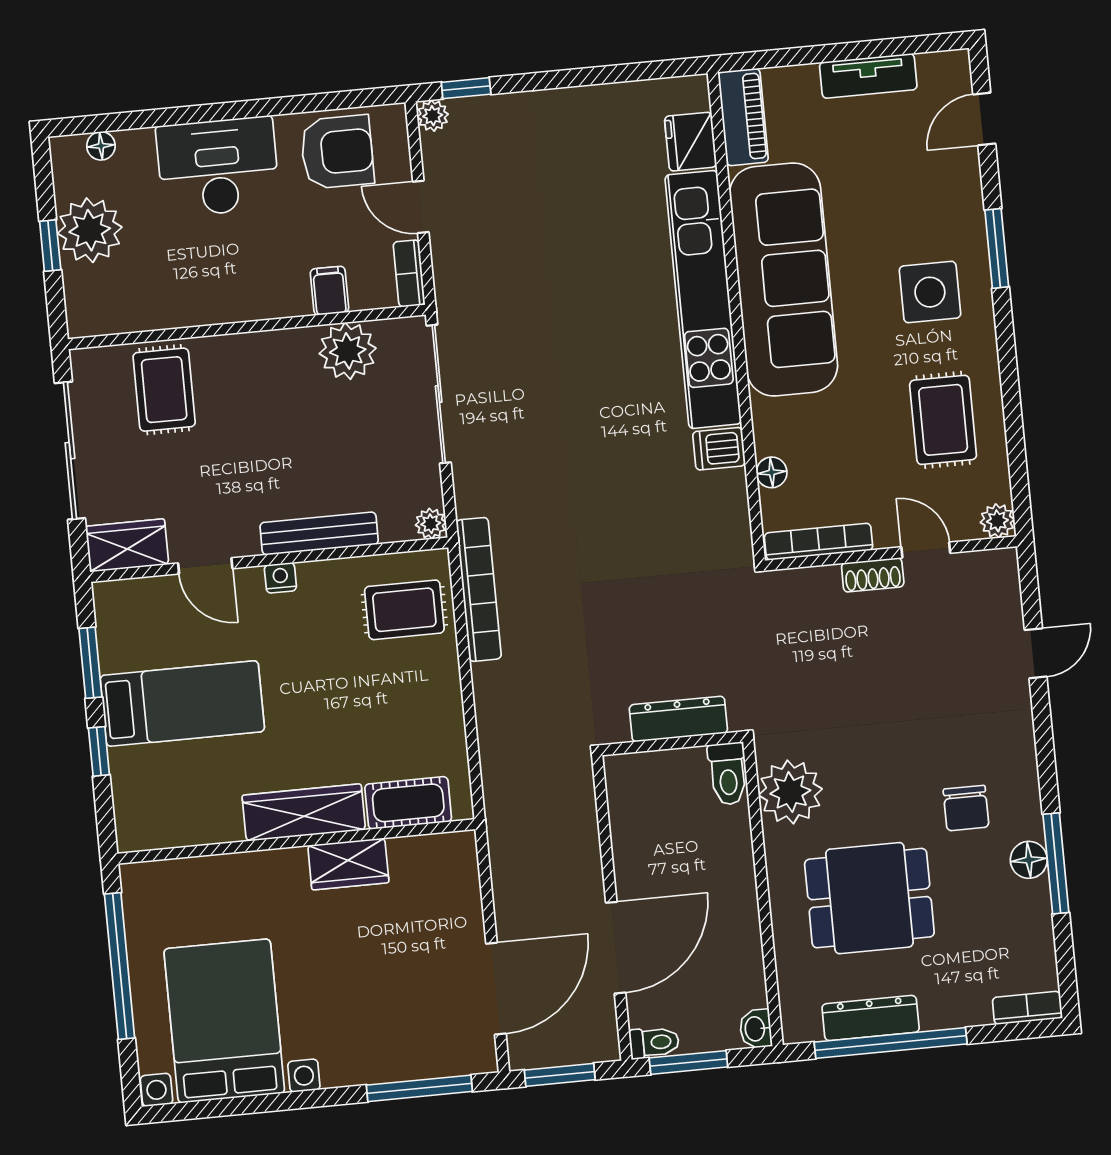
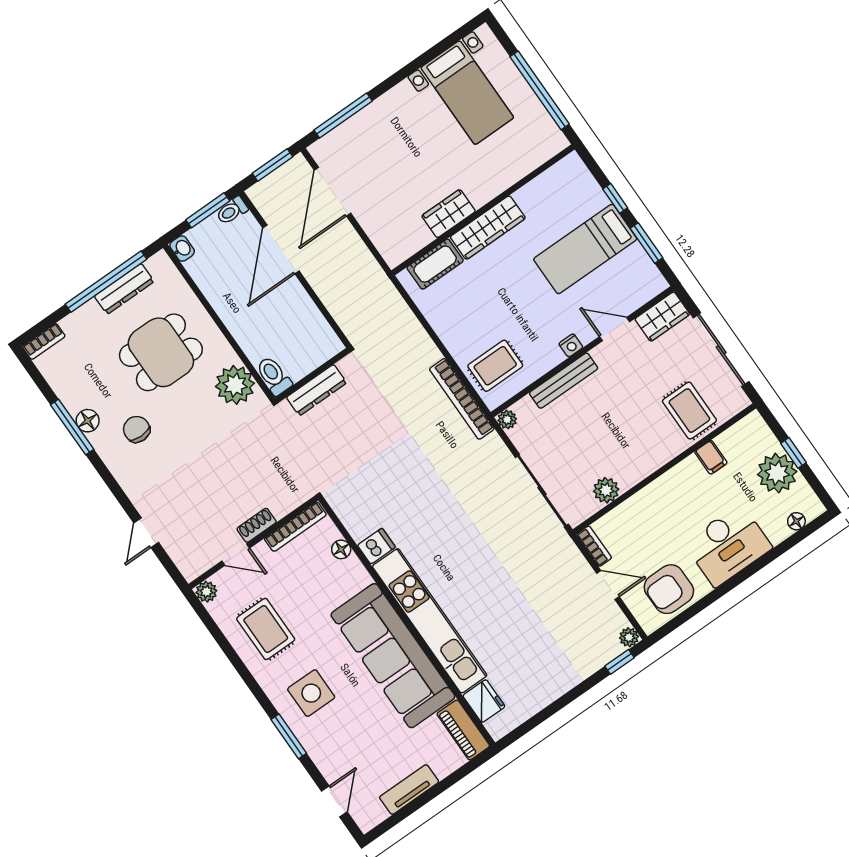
filing cabinet: (329, 291) -> (711, 457), moved
plant: (348, 351) -> (606, 490), width x0.73, depth x0.73
bed with nightstands: (224, 1021) -> (467, 93), width x0.73

